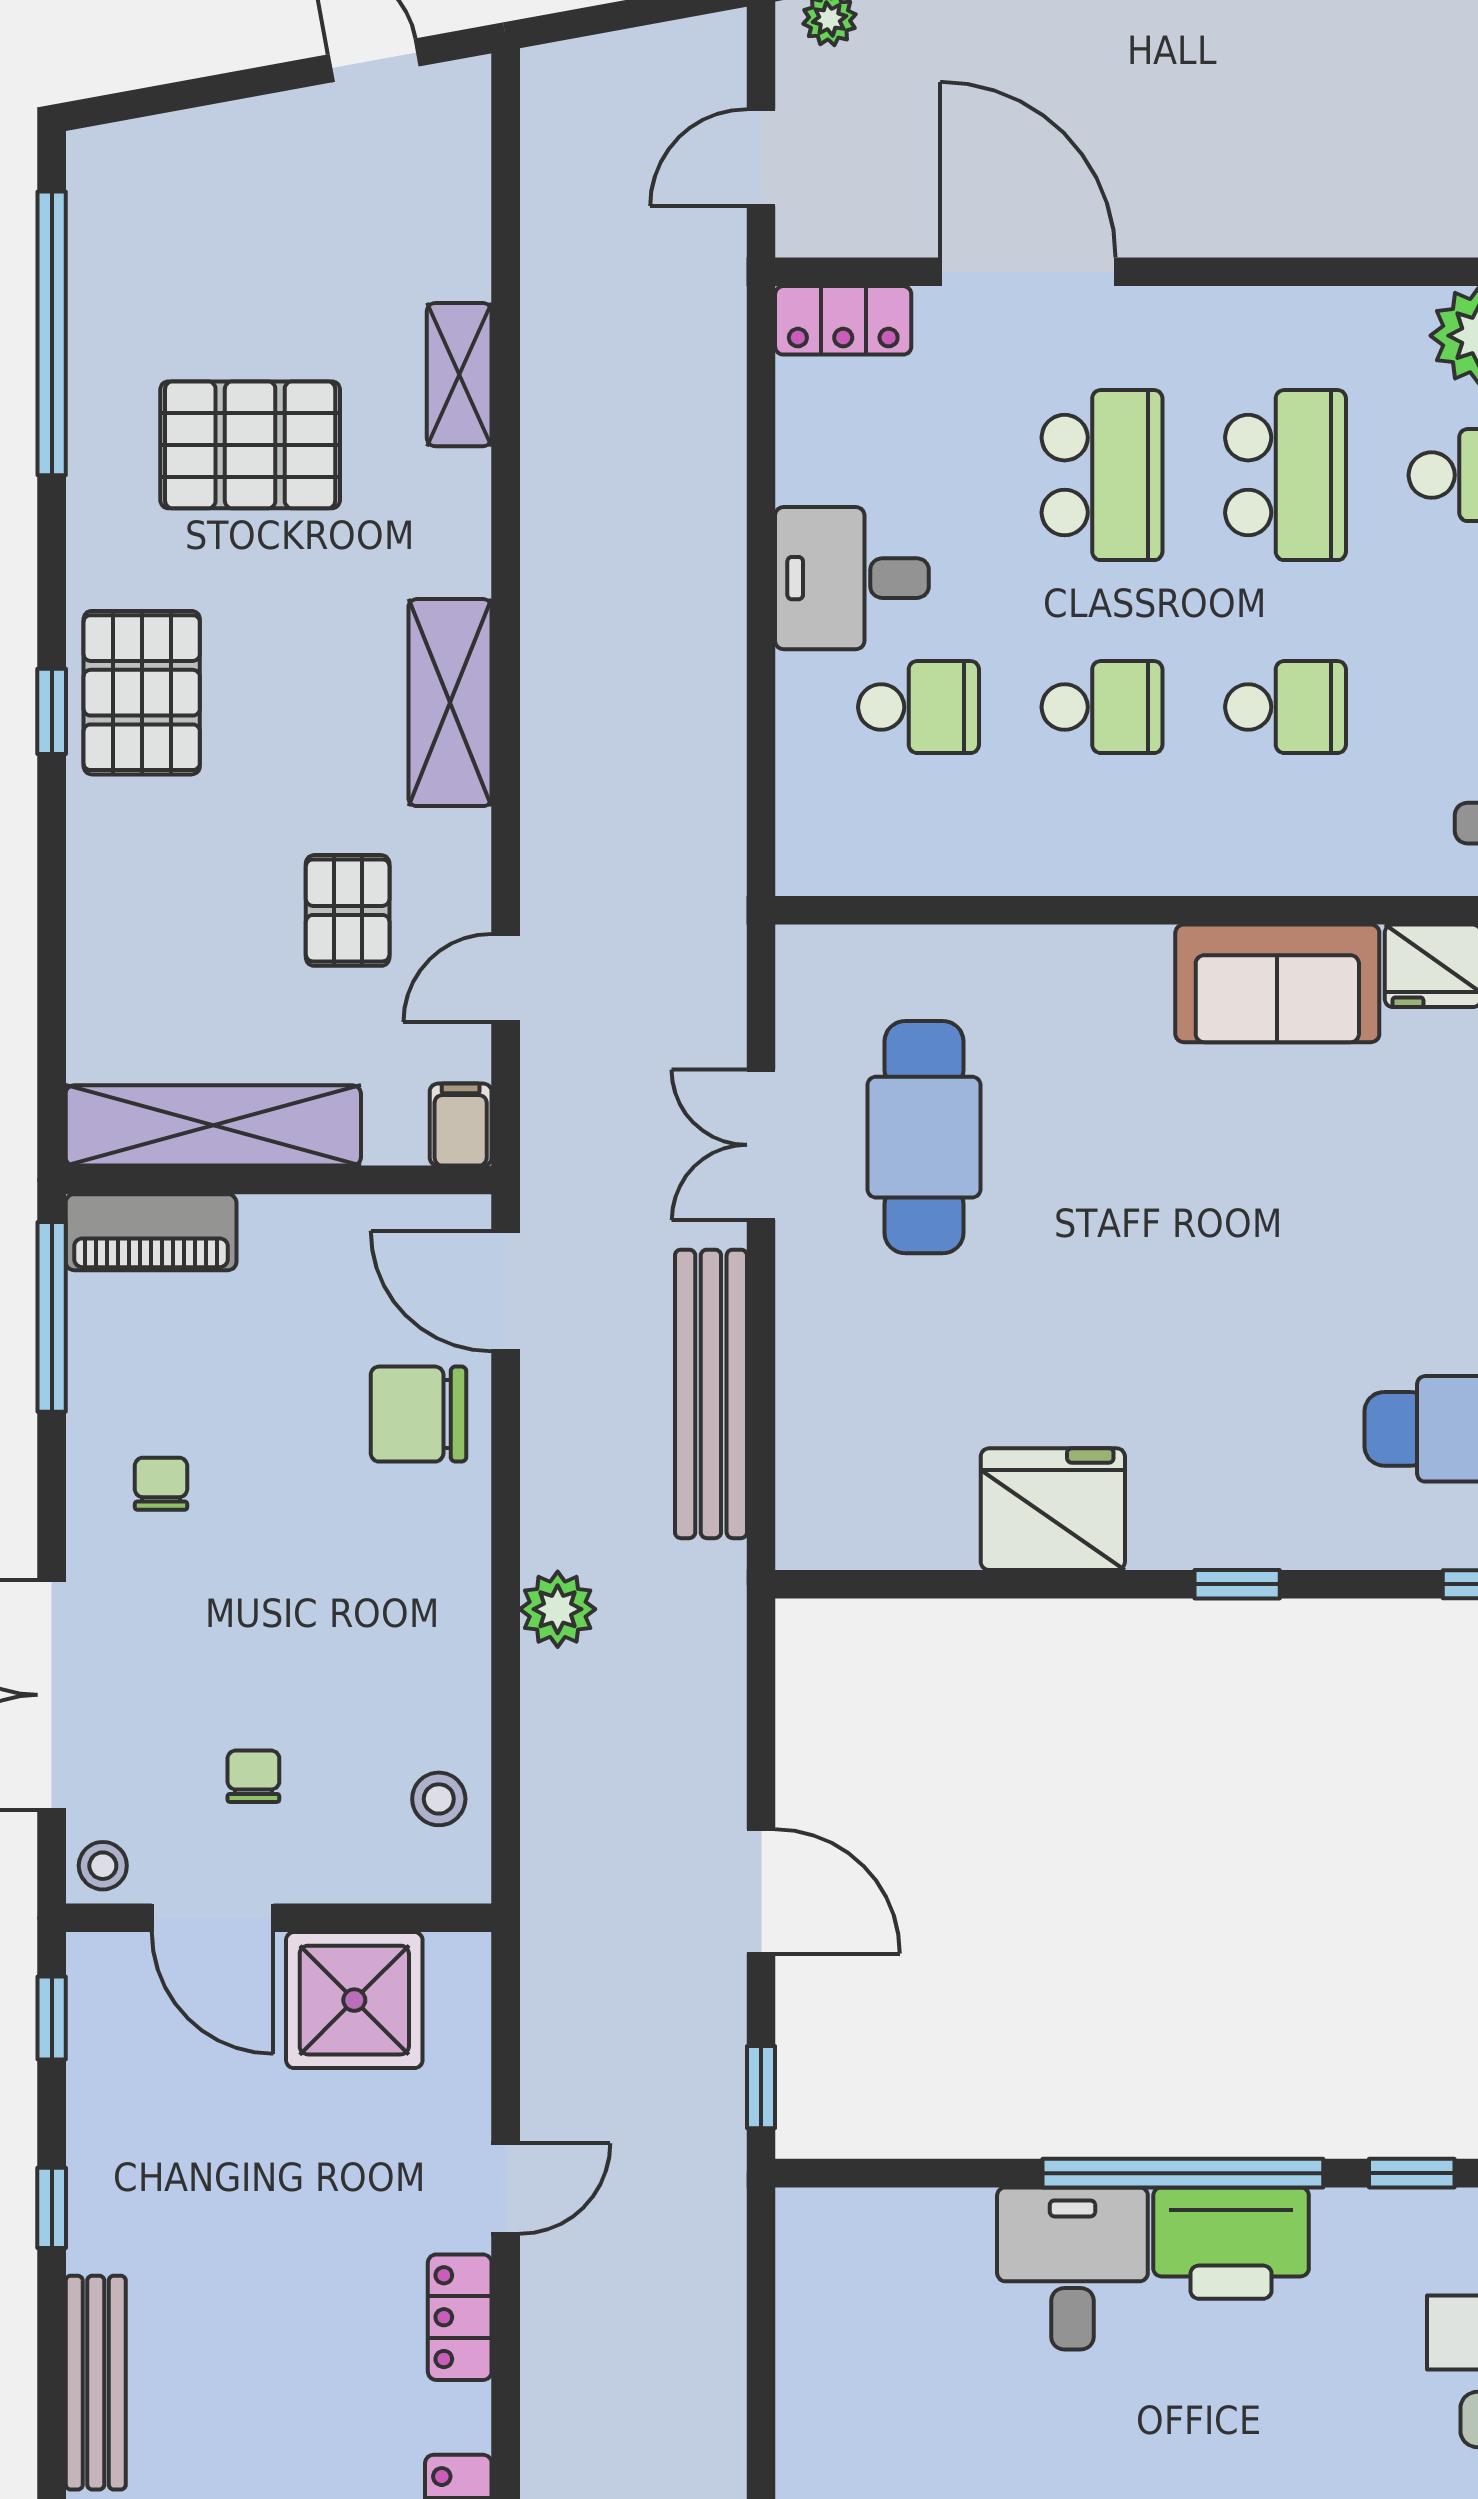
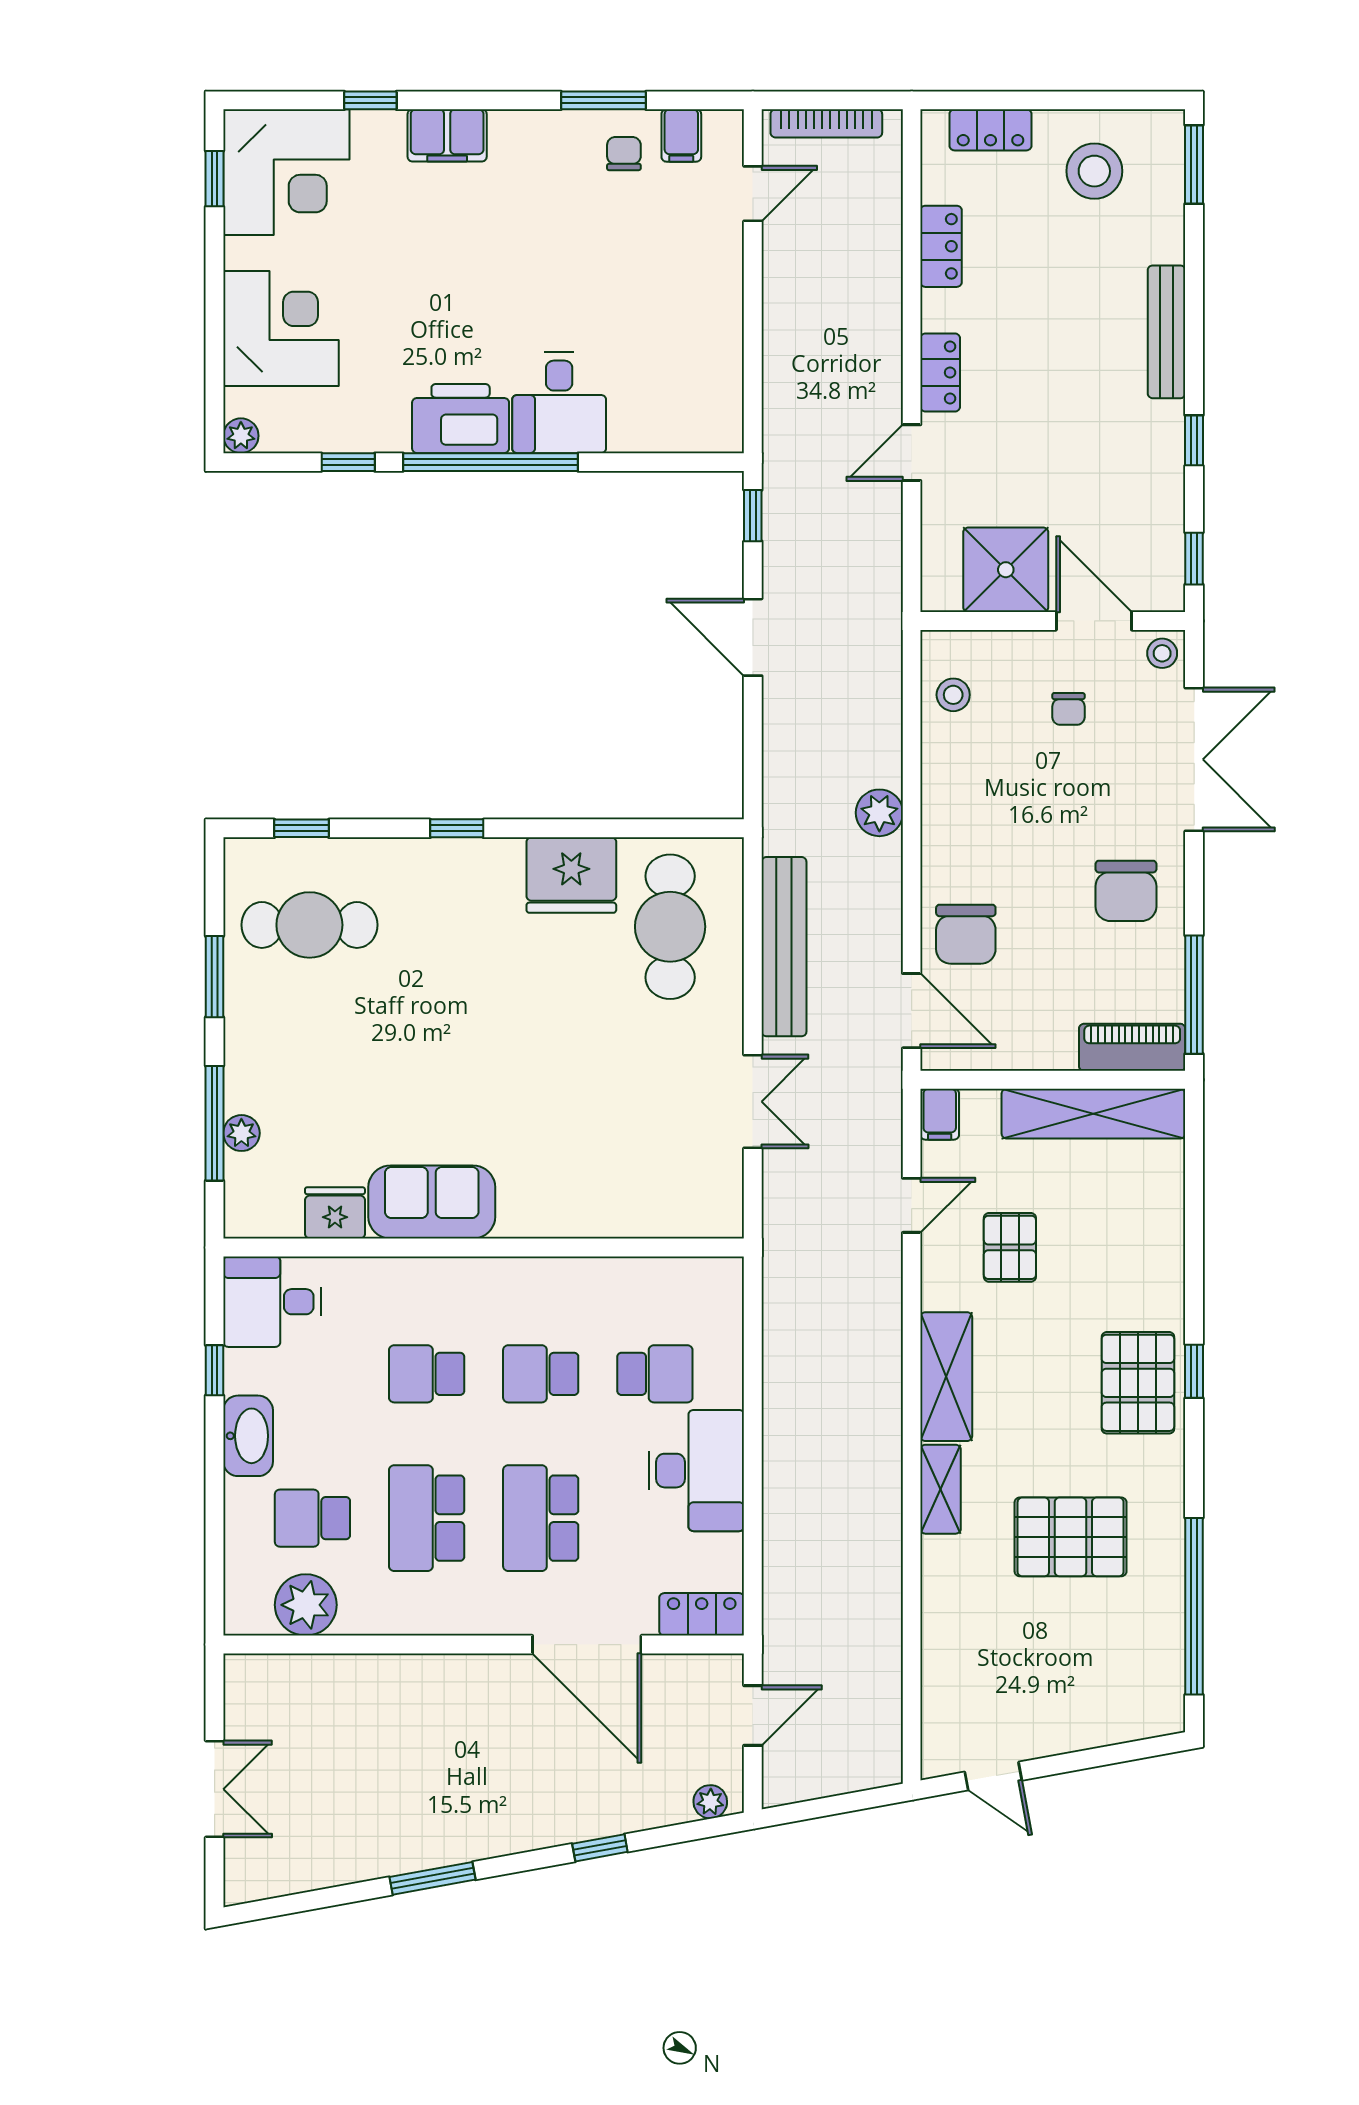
shelving: (459, 375) -> (941, 1489), moved
desk: (852, 578) -> (696, 1471), width x1.37
school desk: (919, 707) -> (655, 1374), turned 180
cafe table: (924, 1137) -> (670, 927), moved
chair: (418, 1414) -> (966, 934), turned 90
chair: (161, 1484) -> (1126, 891), width x1.87, depth x1.87

